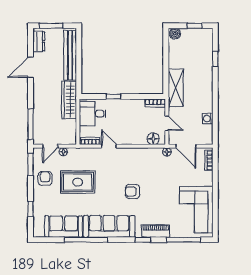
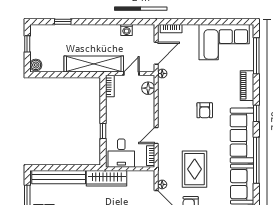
shelving: (176, 88) -> (94, 64), width x1.47
window: (143, 240) -> (256, 113), moved

